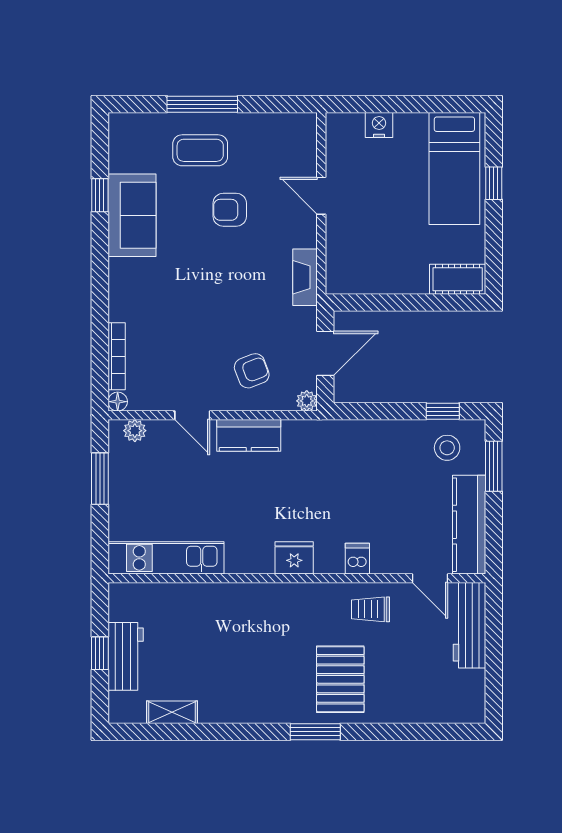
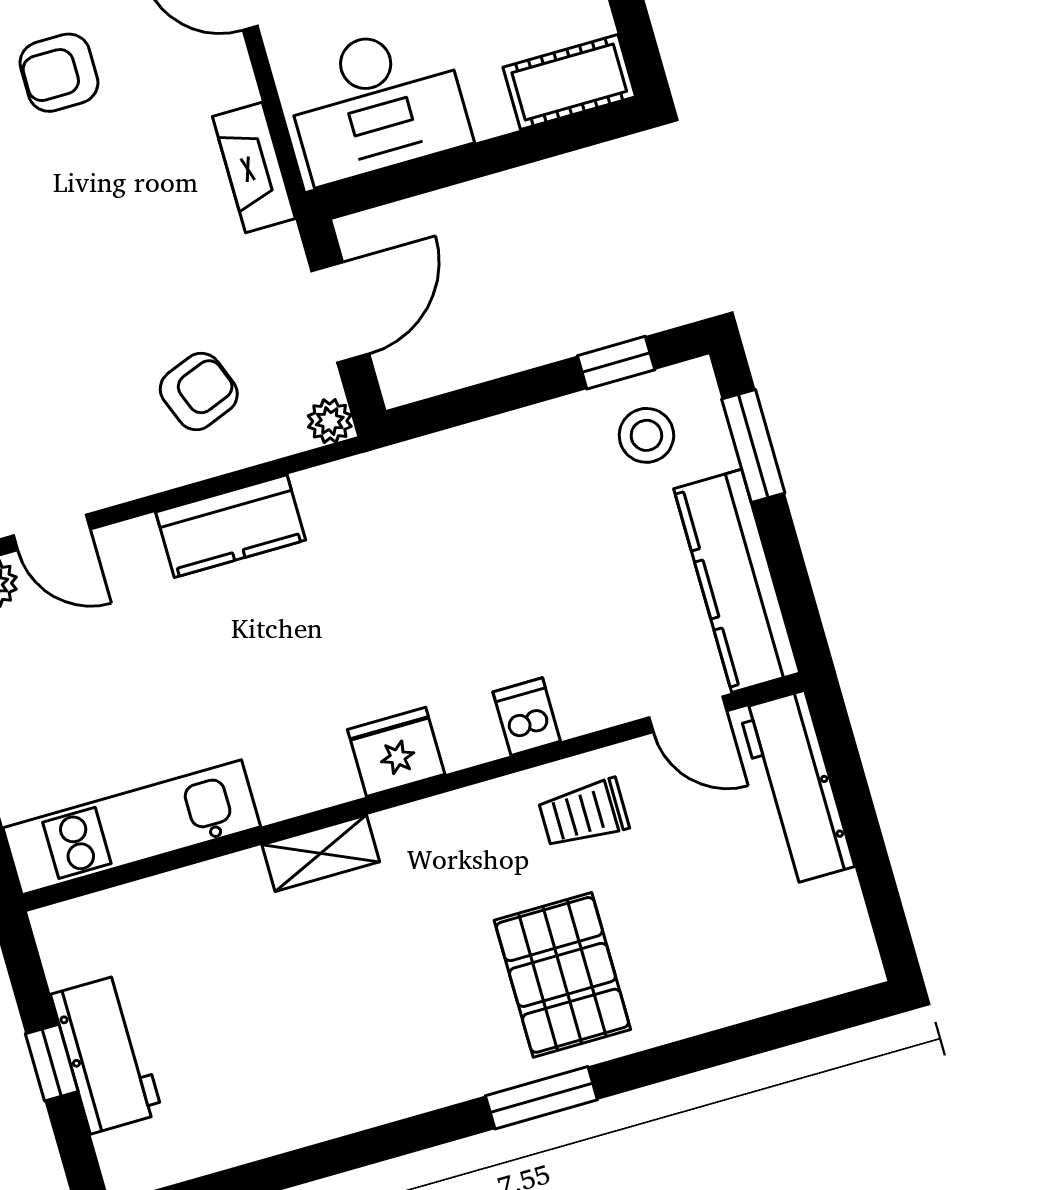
desk: (369, 264) -> (377, 103), added
door: (192, 415) -> (52, 532), moved
shelving: (172, 712) -> (321, 853), moved

